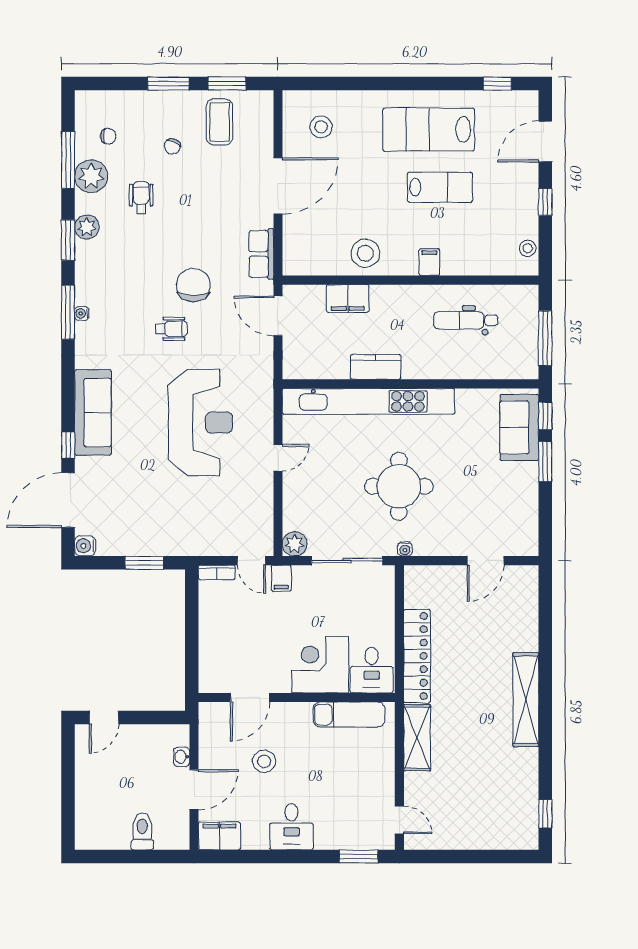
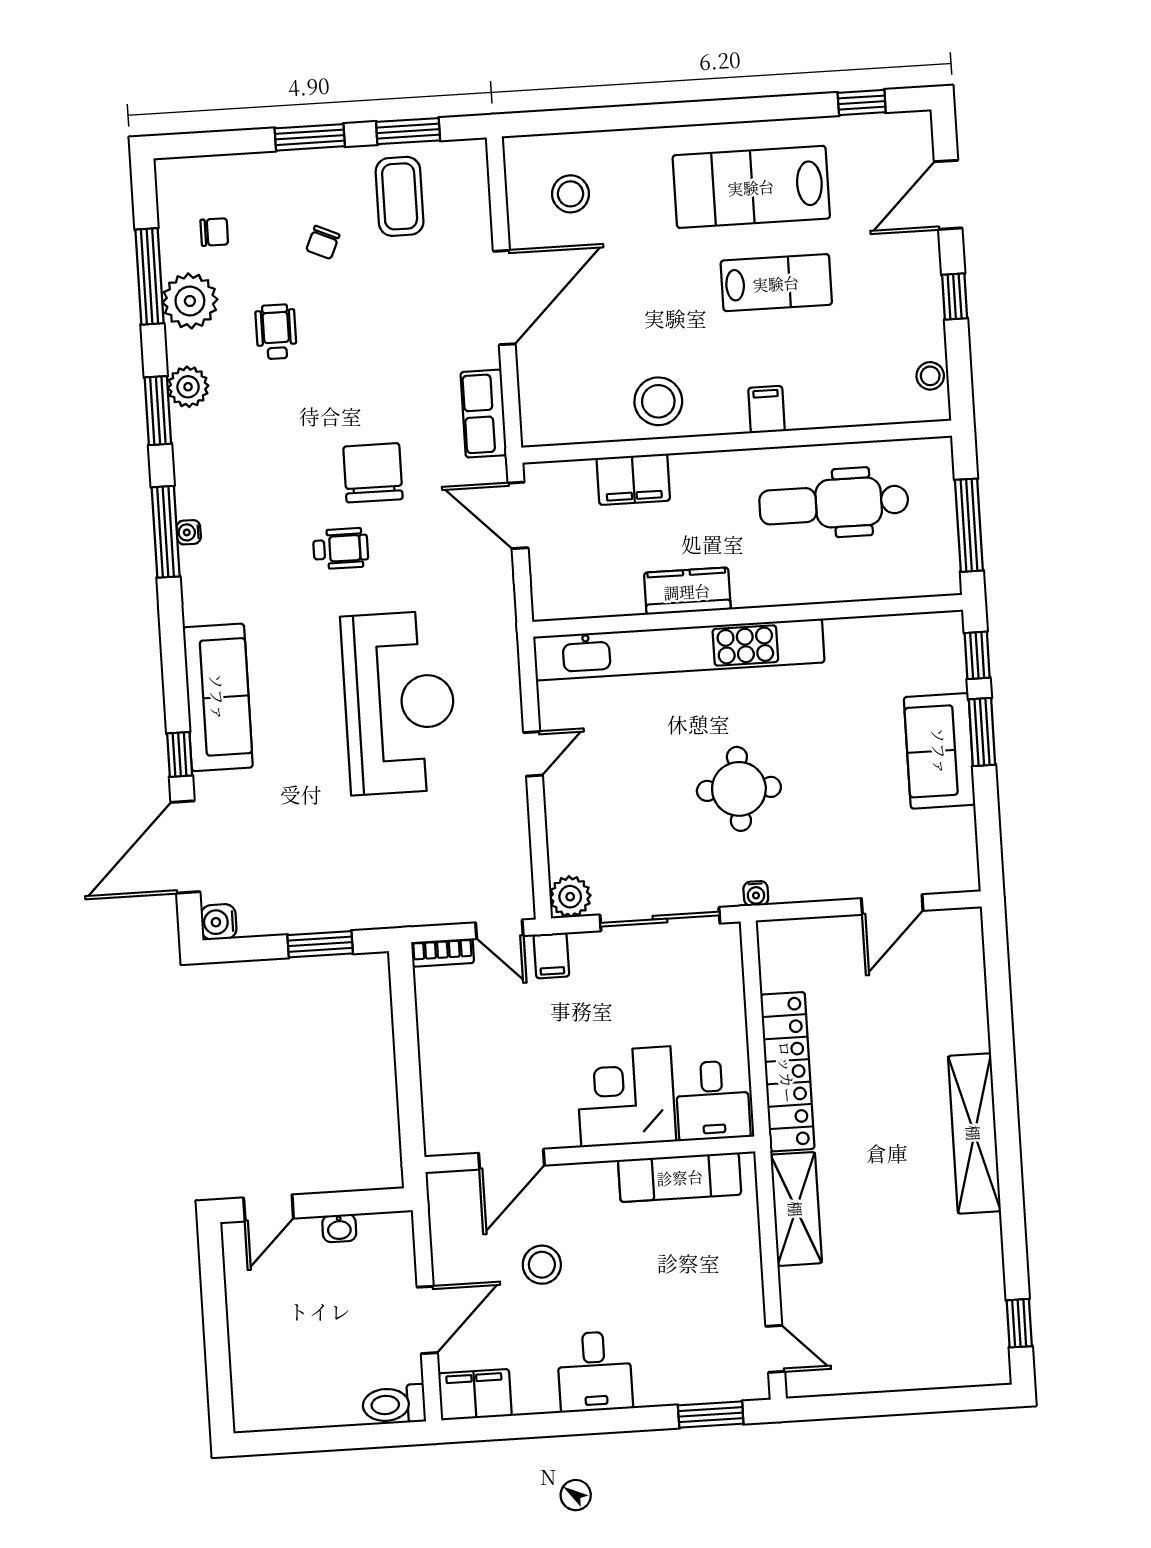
dental chair: (466, 320) -> (834, 503), width x1.36, depth x1.38
sofa: (519, 428) -> (940, 751), moved
round table: (399, 486) -> (739, 789), width x0.73, depth x0.73
washbasin: (182, 757) -> (339, 1228), moved, turned -90
toilet: (142, 831) -> (394, 1404), moved, turned -90

